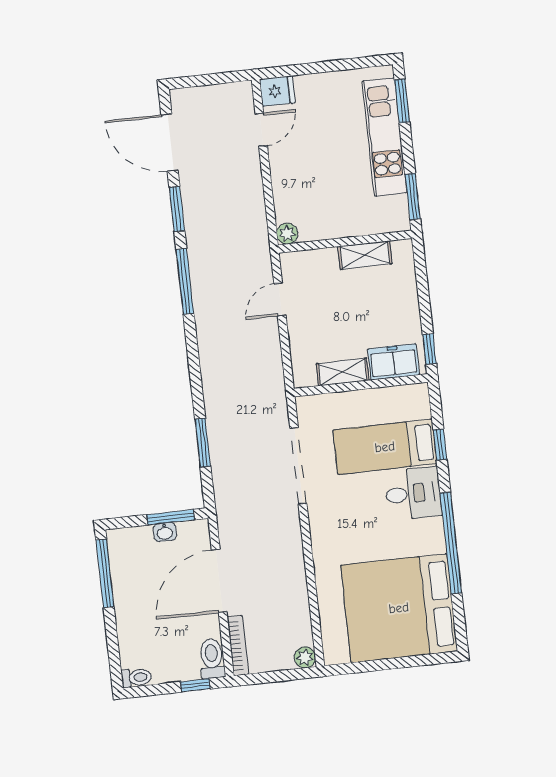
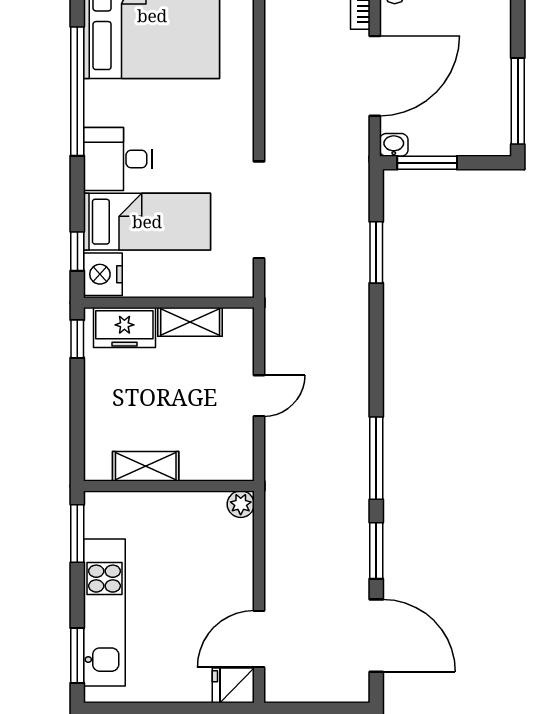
door: (261, 130) -> (259, 639), width x1.38
door: (280, 300) -> (259, 396), moved
nightstand: (415, 402) -> (103, 274), added
window: (440, 445) -> (77, 251), moved
washbasin: (165, 532) -> (394, 145), moved

